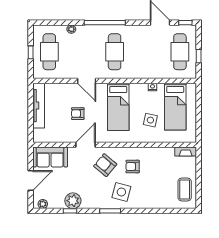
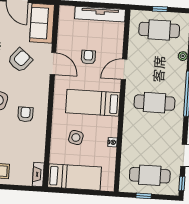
bed: (175, 107) -> (75, 177), moved, turned 180
armchair: (105, 165) -> (20, 60), moved

